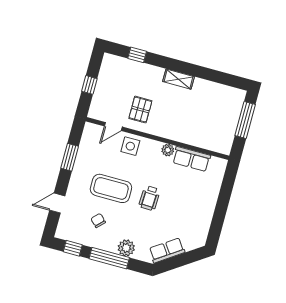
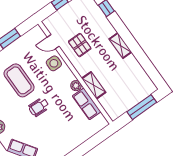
pallet: (140, 110) -> (80, 45), turned 90
shelving: (184, 136) -> (94, 85), added

